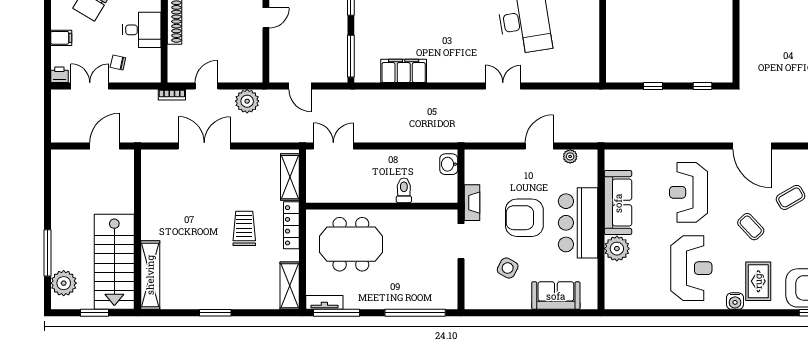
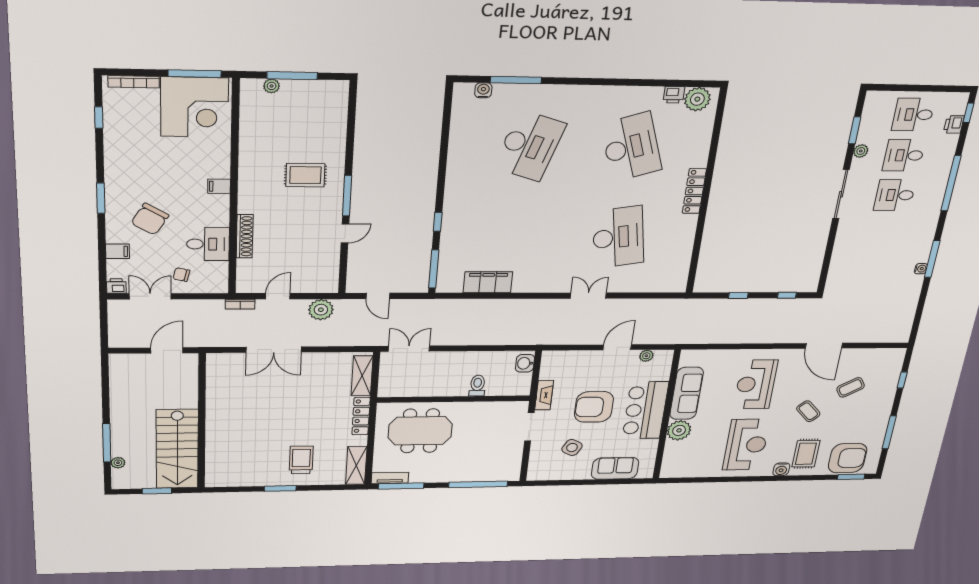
double door: (204, 146) -> (274, 350), swing flipped
trolley: (244, 228) -> (301, 460), moved
shelving: (150, 275) -> (215, 459), removed
plant: (64, 283) -> (118, 463), width x0.53, depth x0.53

